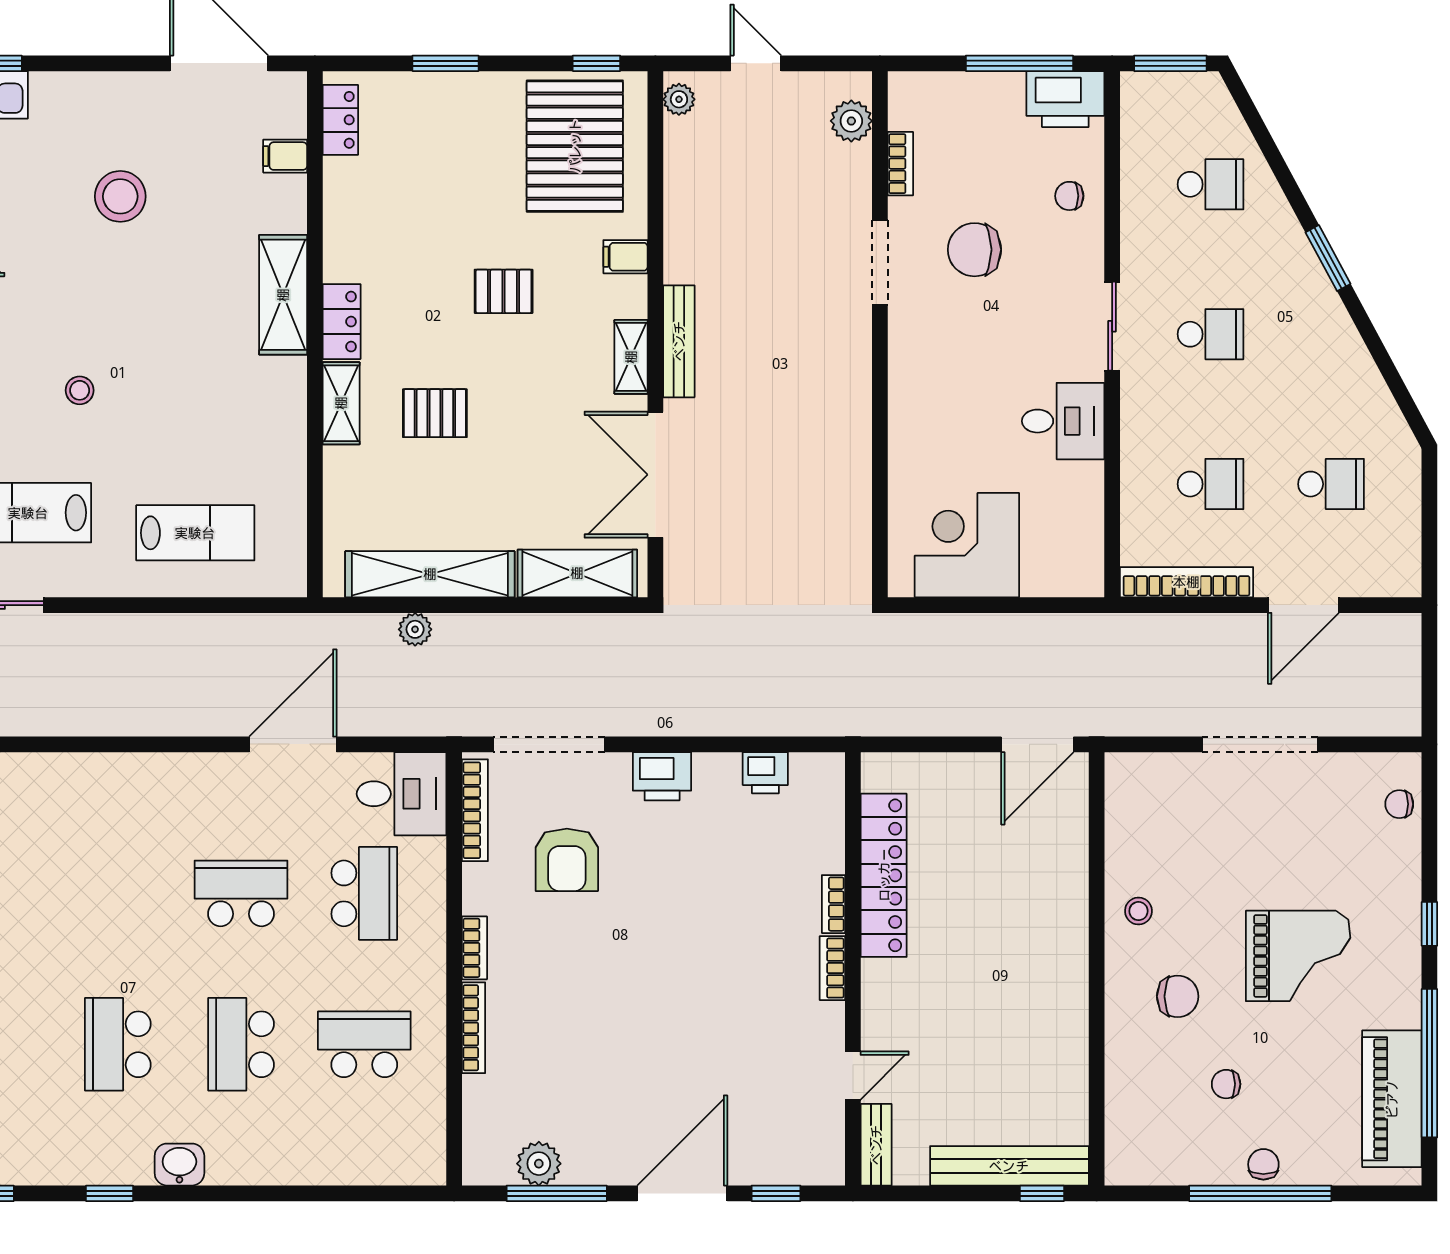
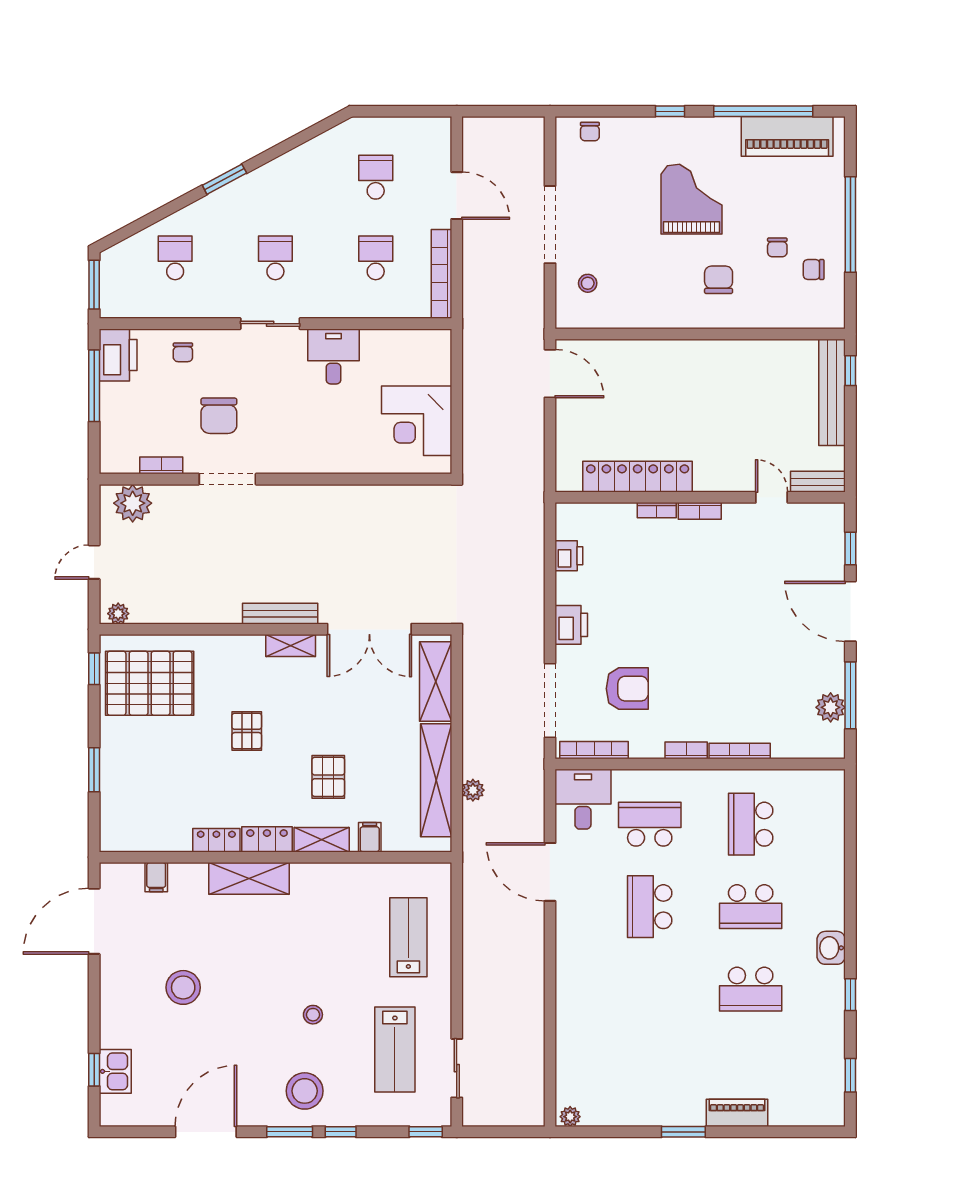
locker: (340, 120) -> (216, 840), moved
plant: (851, 121) -> (133, 503), width x1.36, depth x1.36
filing cabinet: (626, 257) -> (370, 837), moved, turned 180
stool: (1138, 911) -> (588, 283), moved
chair: (1263, 1164) -> (814, 269), moved

